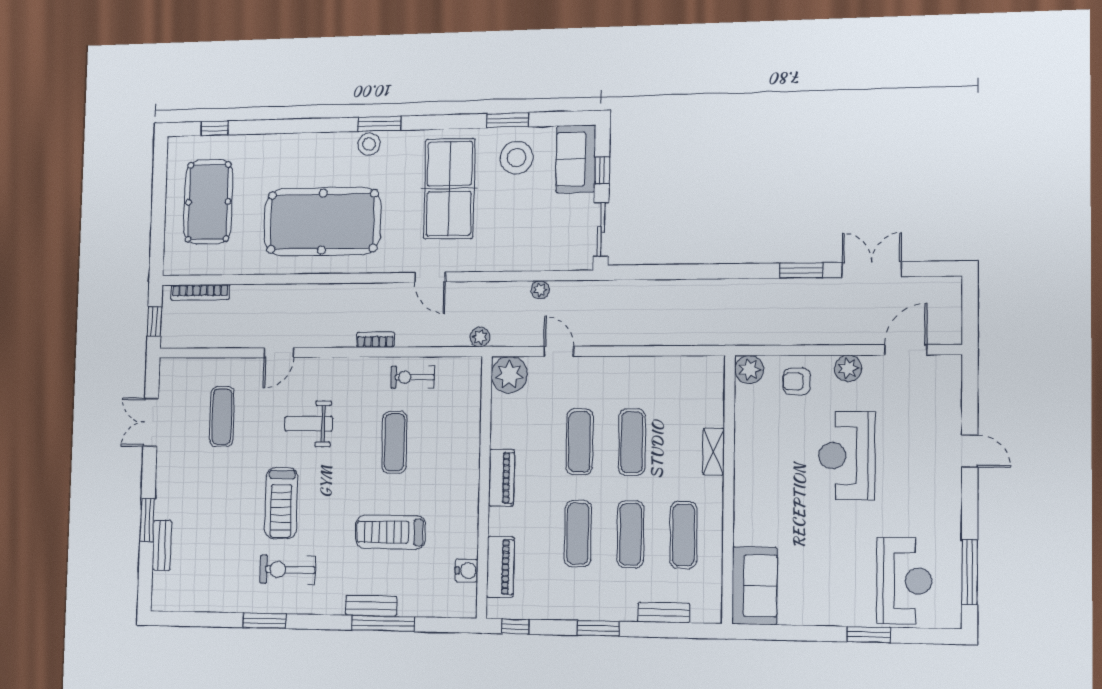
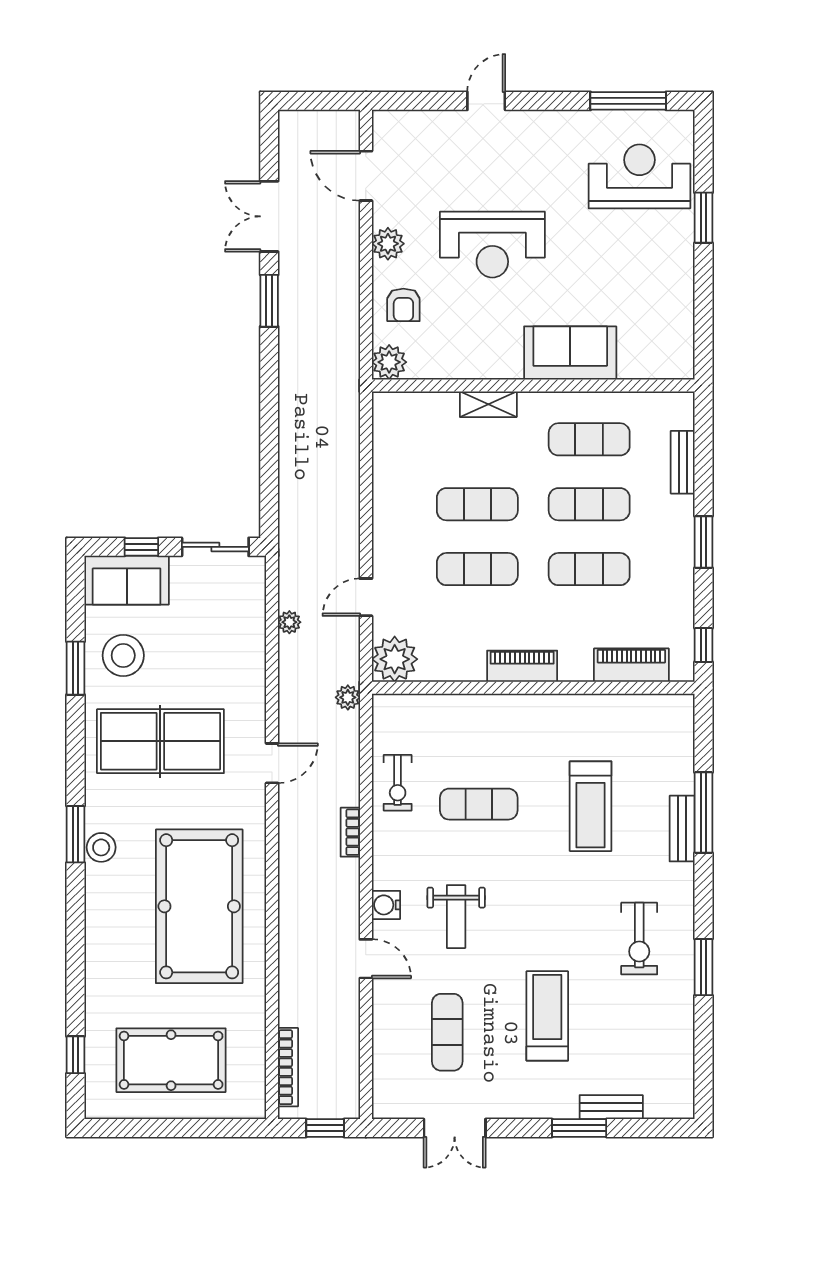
exercise mat: (222, 417) -> (447, 1032), turned 90
treadmill: (281, 503) -> (547, 1016), moved, turned -90
water cooler: (467, 571) -> (386, 905), moved, turned -90
sofa: (755, 586) -> (570, 353), moved

